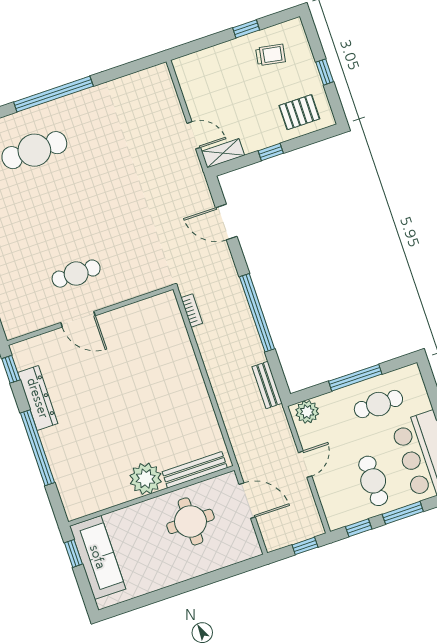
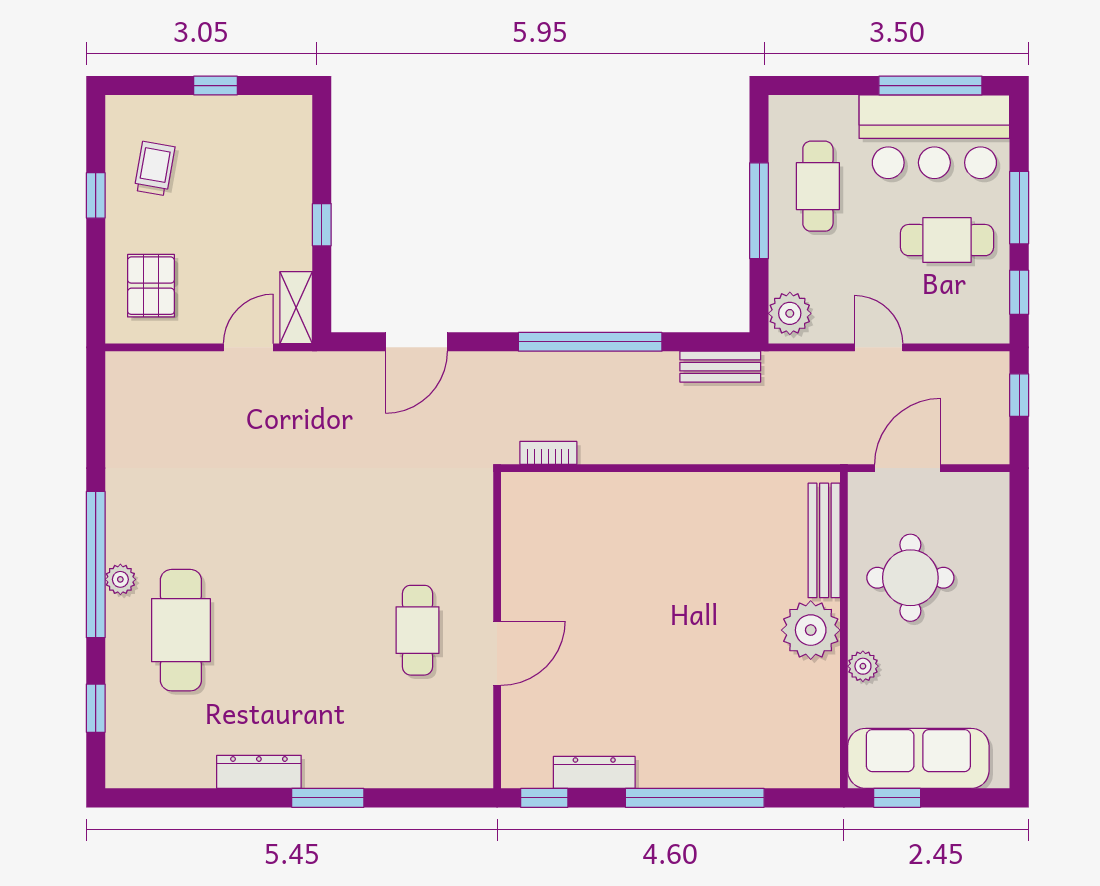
plant: (50, 110) -> (120, 579), added
pallet: (299, 112) -> (151, 286), moved
dresser: (38, 398) -> (594, 772), width x0.73, depth x0.80
plant: (136, 512) -> (863, 666), added

